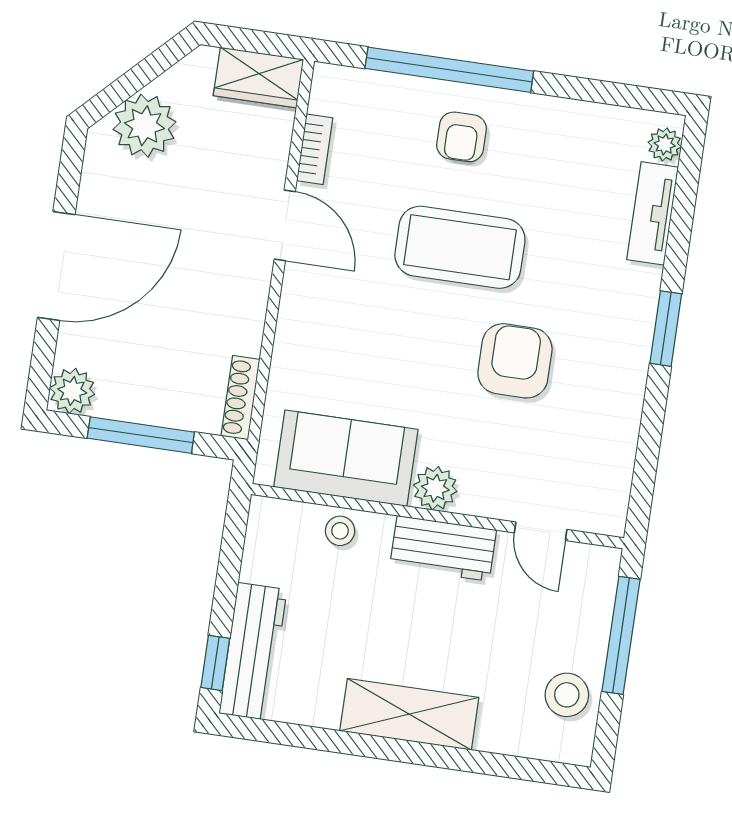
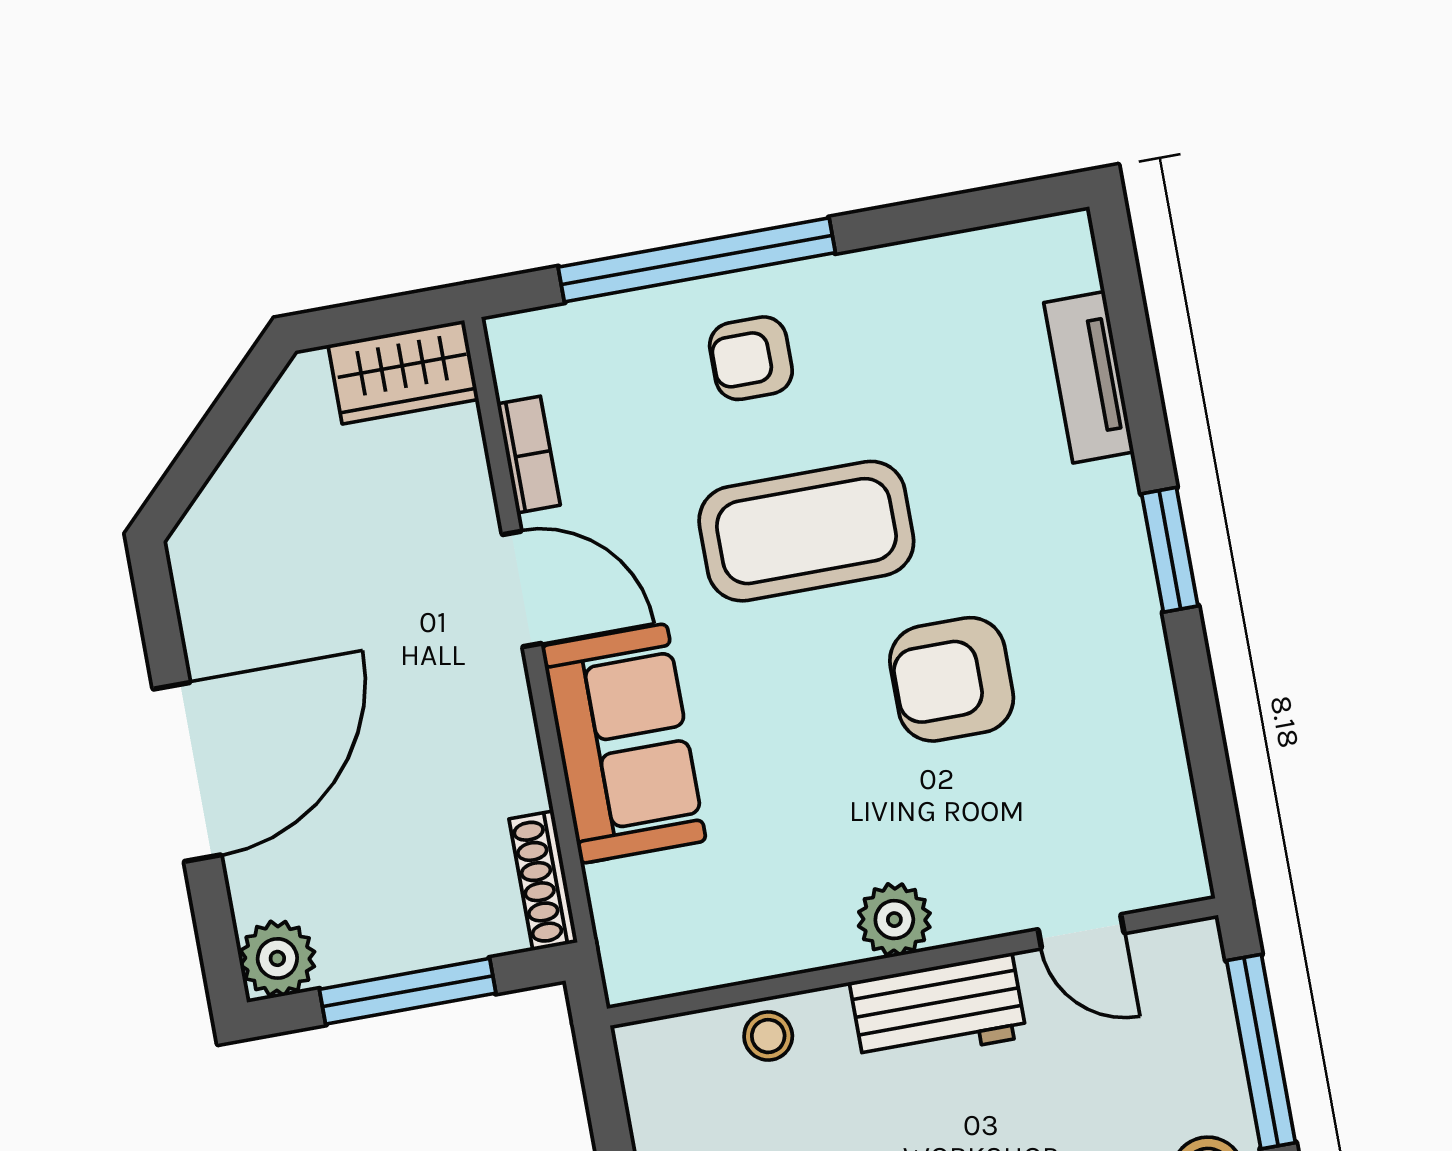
plant: (145, 126) -> (251, 507), removed
armchair: (462, 137) -> (751, 358), turned 90
plant: (665, 145) -> (1072, 264), removed
armchair: (515, 361) -> (952, 679), turned -90
sofa: (346, 458) -> (624, 744), moved, turned 90

